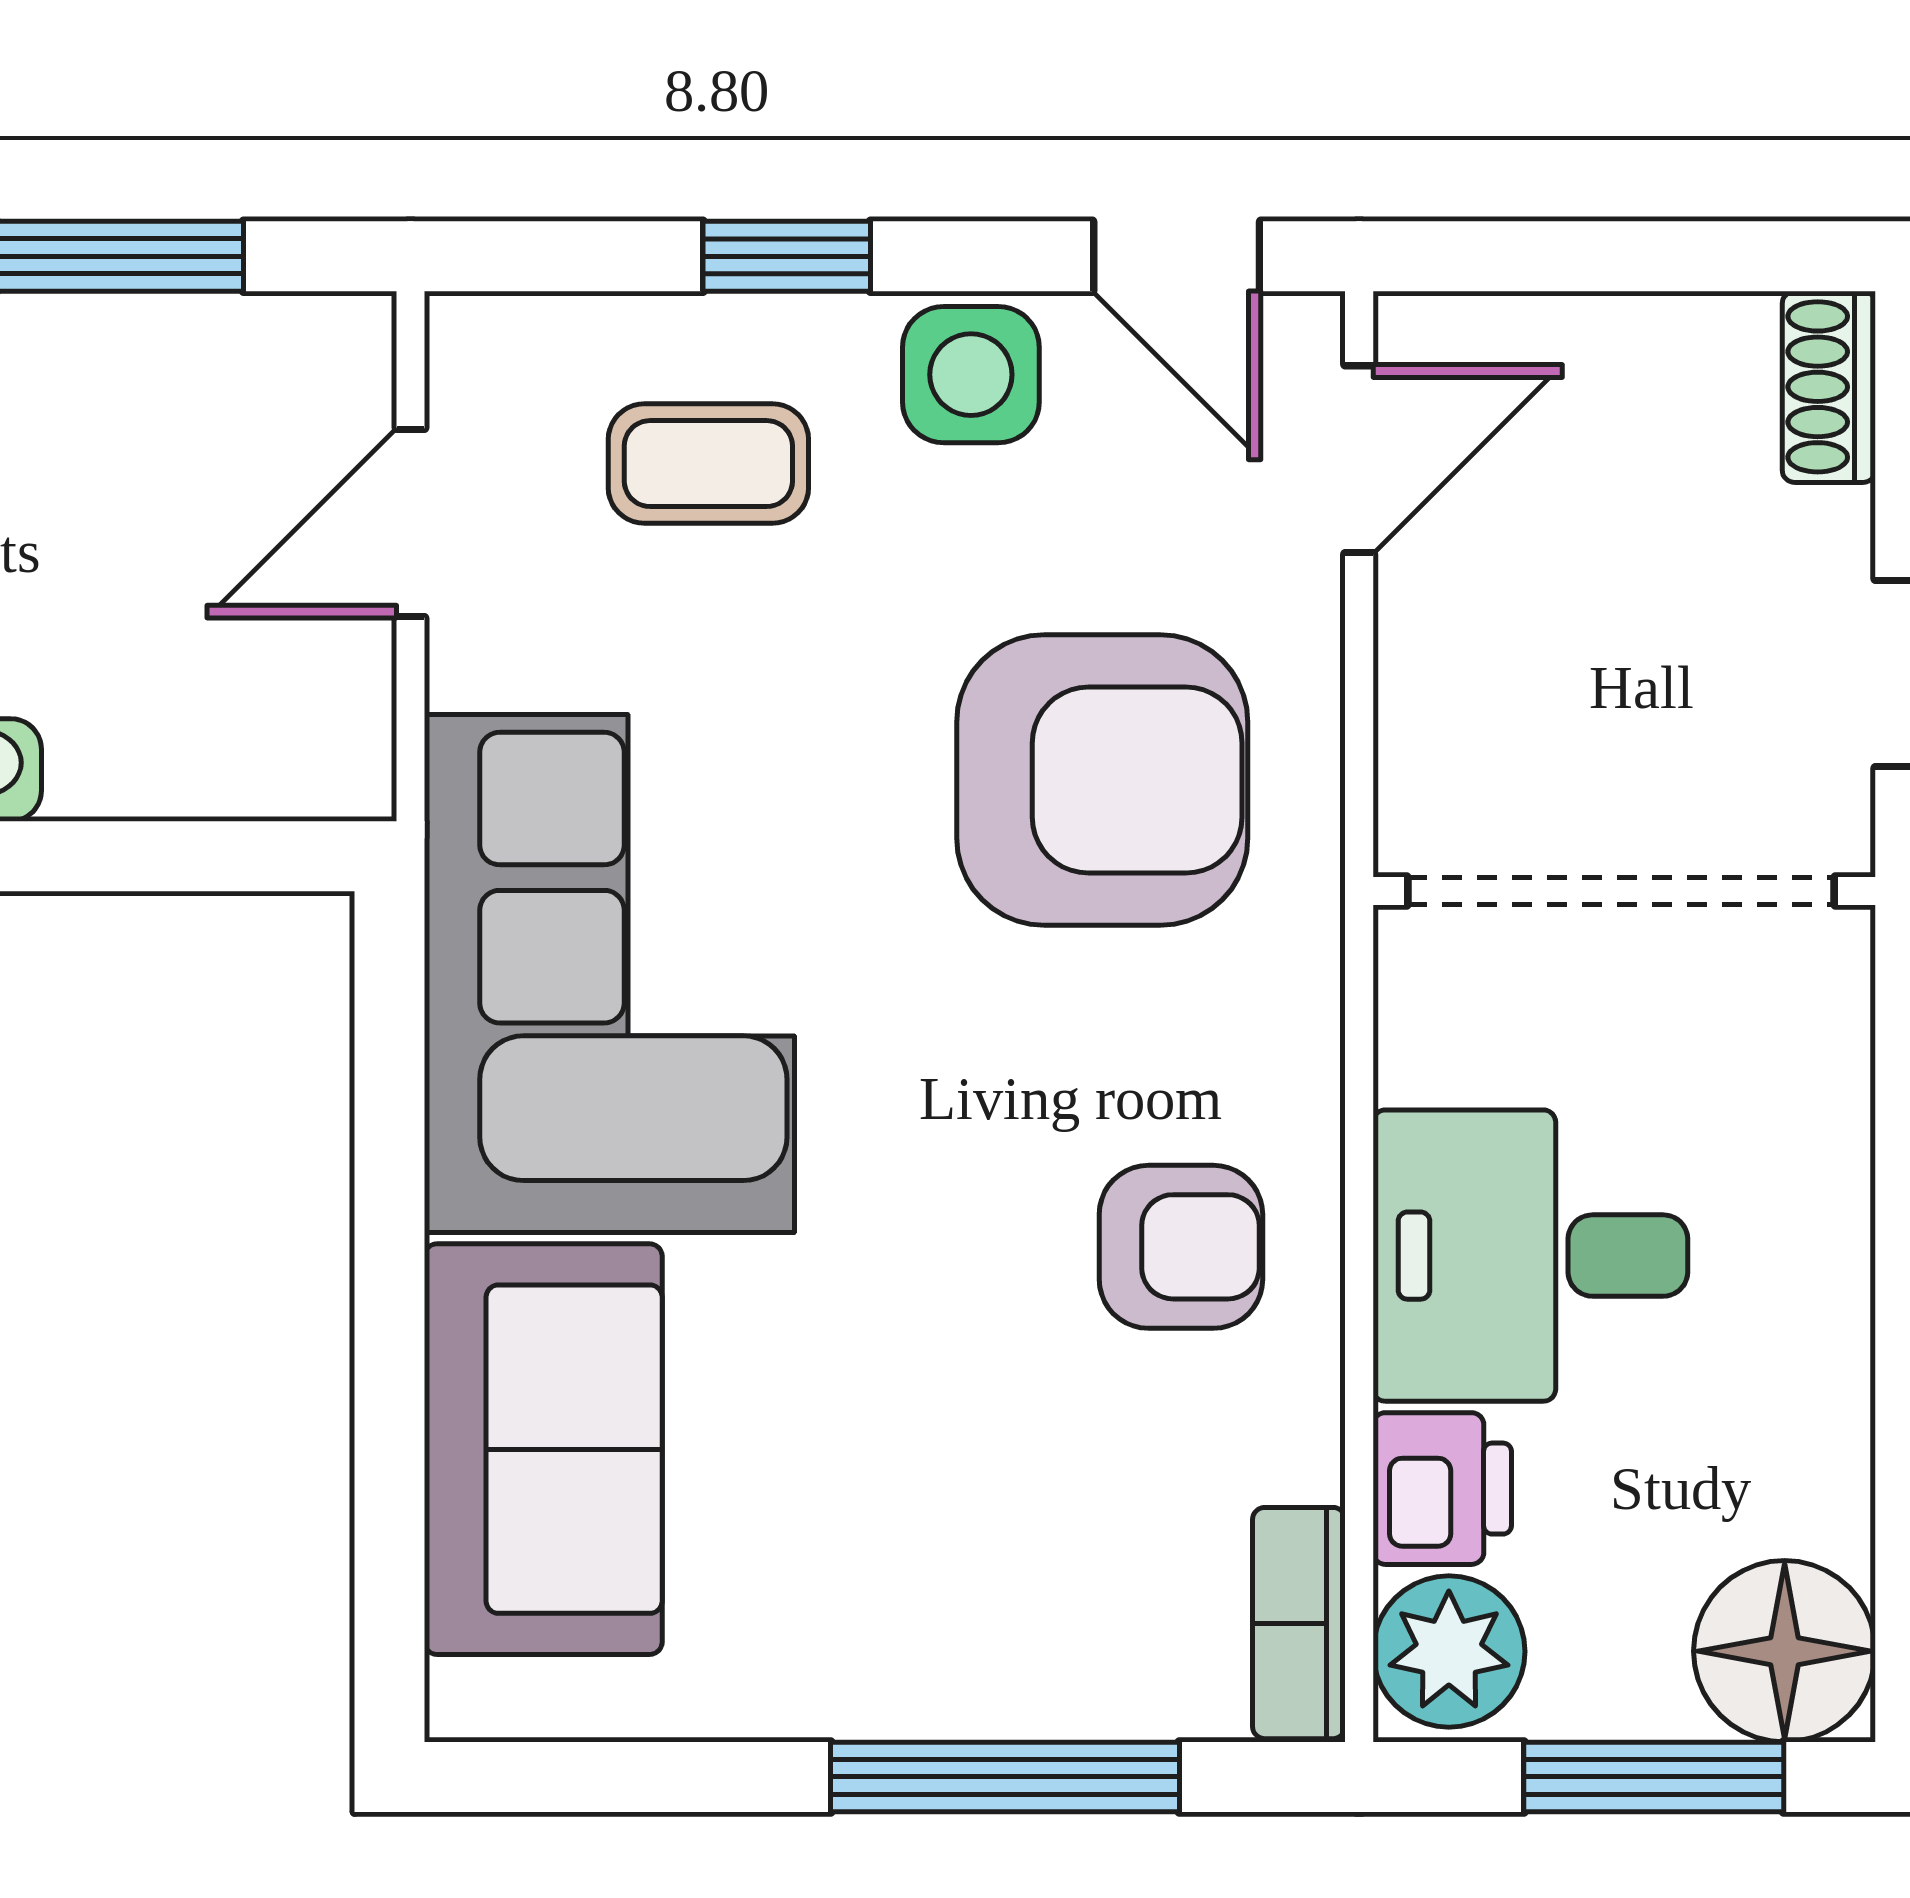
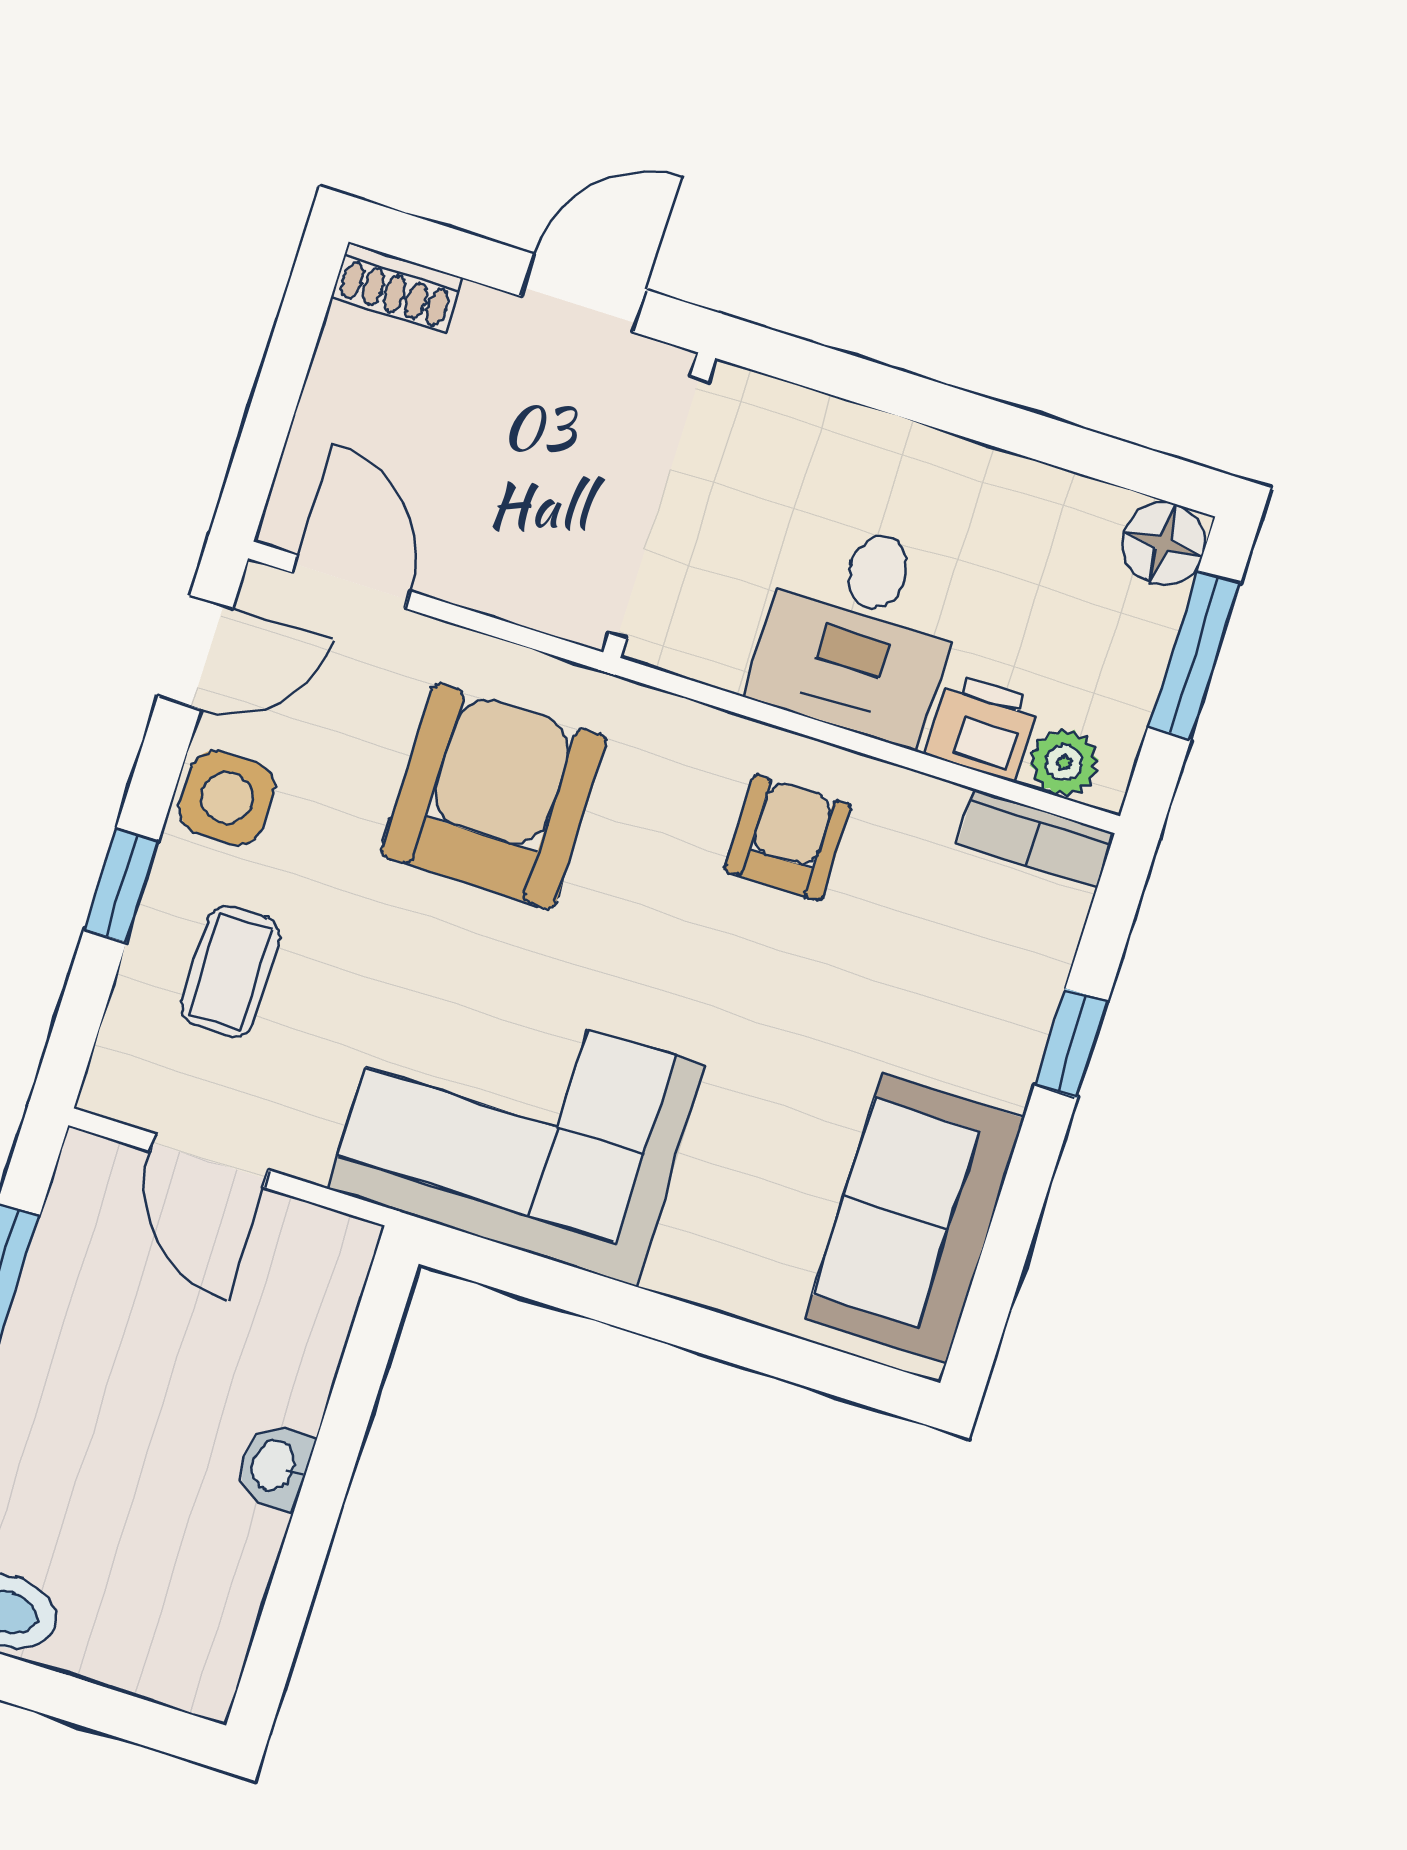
sofa: (543, 1449) -> (915, 1219), moved, turned -90
floor lamp: (1785, 1651) -> (1163, 543), width x0.73, depth x0.73
plant: (1449, 1652) -> (1064, 762), width x0.73, depth x0.73
window: (1005, 1777) -> (1071, 1043), width x0.46

